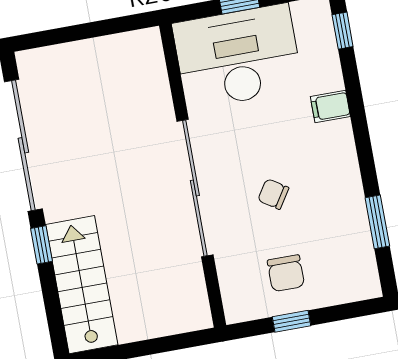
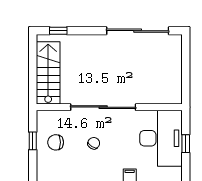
window: (41, 245) -> (58, 31), moved
stairs: (82, 285) -> (48, 73), moved, turned -90

